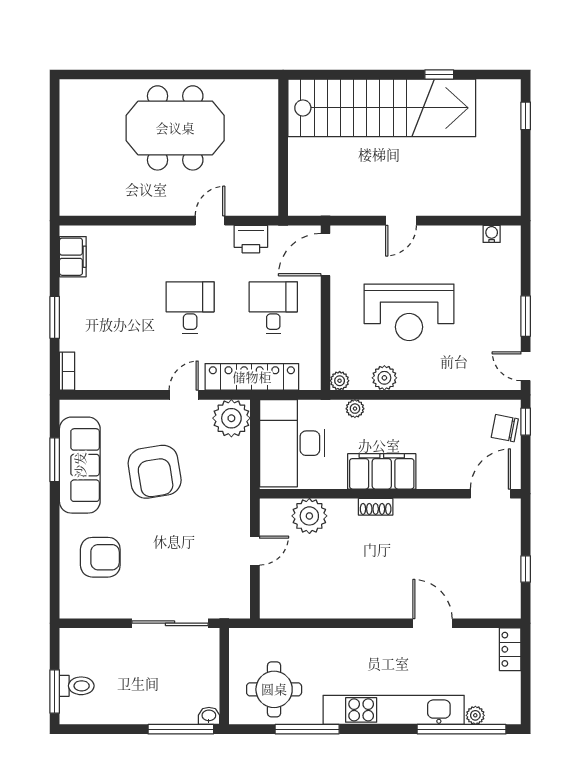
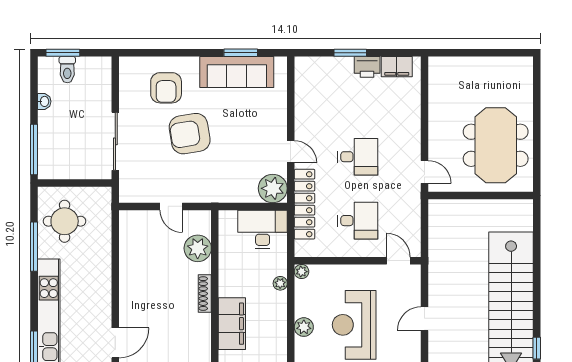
wall: (283, 148) -> (481, 196), moved
door: (401, 221) -> (425, 319), hinge flipped
printer: (251, 239) -> (367, 67), moved, turned -90
door: (325, 255) -> (398, 261), width x0.73
bookcase: (67, 371) -> (309, 62), removed
plant: (384, 378) -> (304, 327), moved
desk: (292, 443) -> (263, 229), width x0.73, depth x0.77
filing cabinet: (382, 471) -> (232, 324), moved
armchair: (155, 472) -> (190, 134), moved
shoe rack: (376, 507) -> (205, 294), width x1.43
washbasin: (209, 716) -> (44, 101), moved

